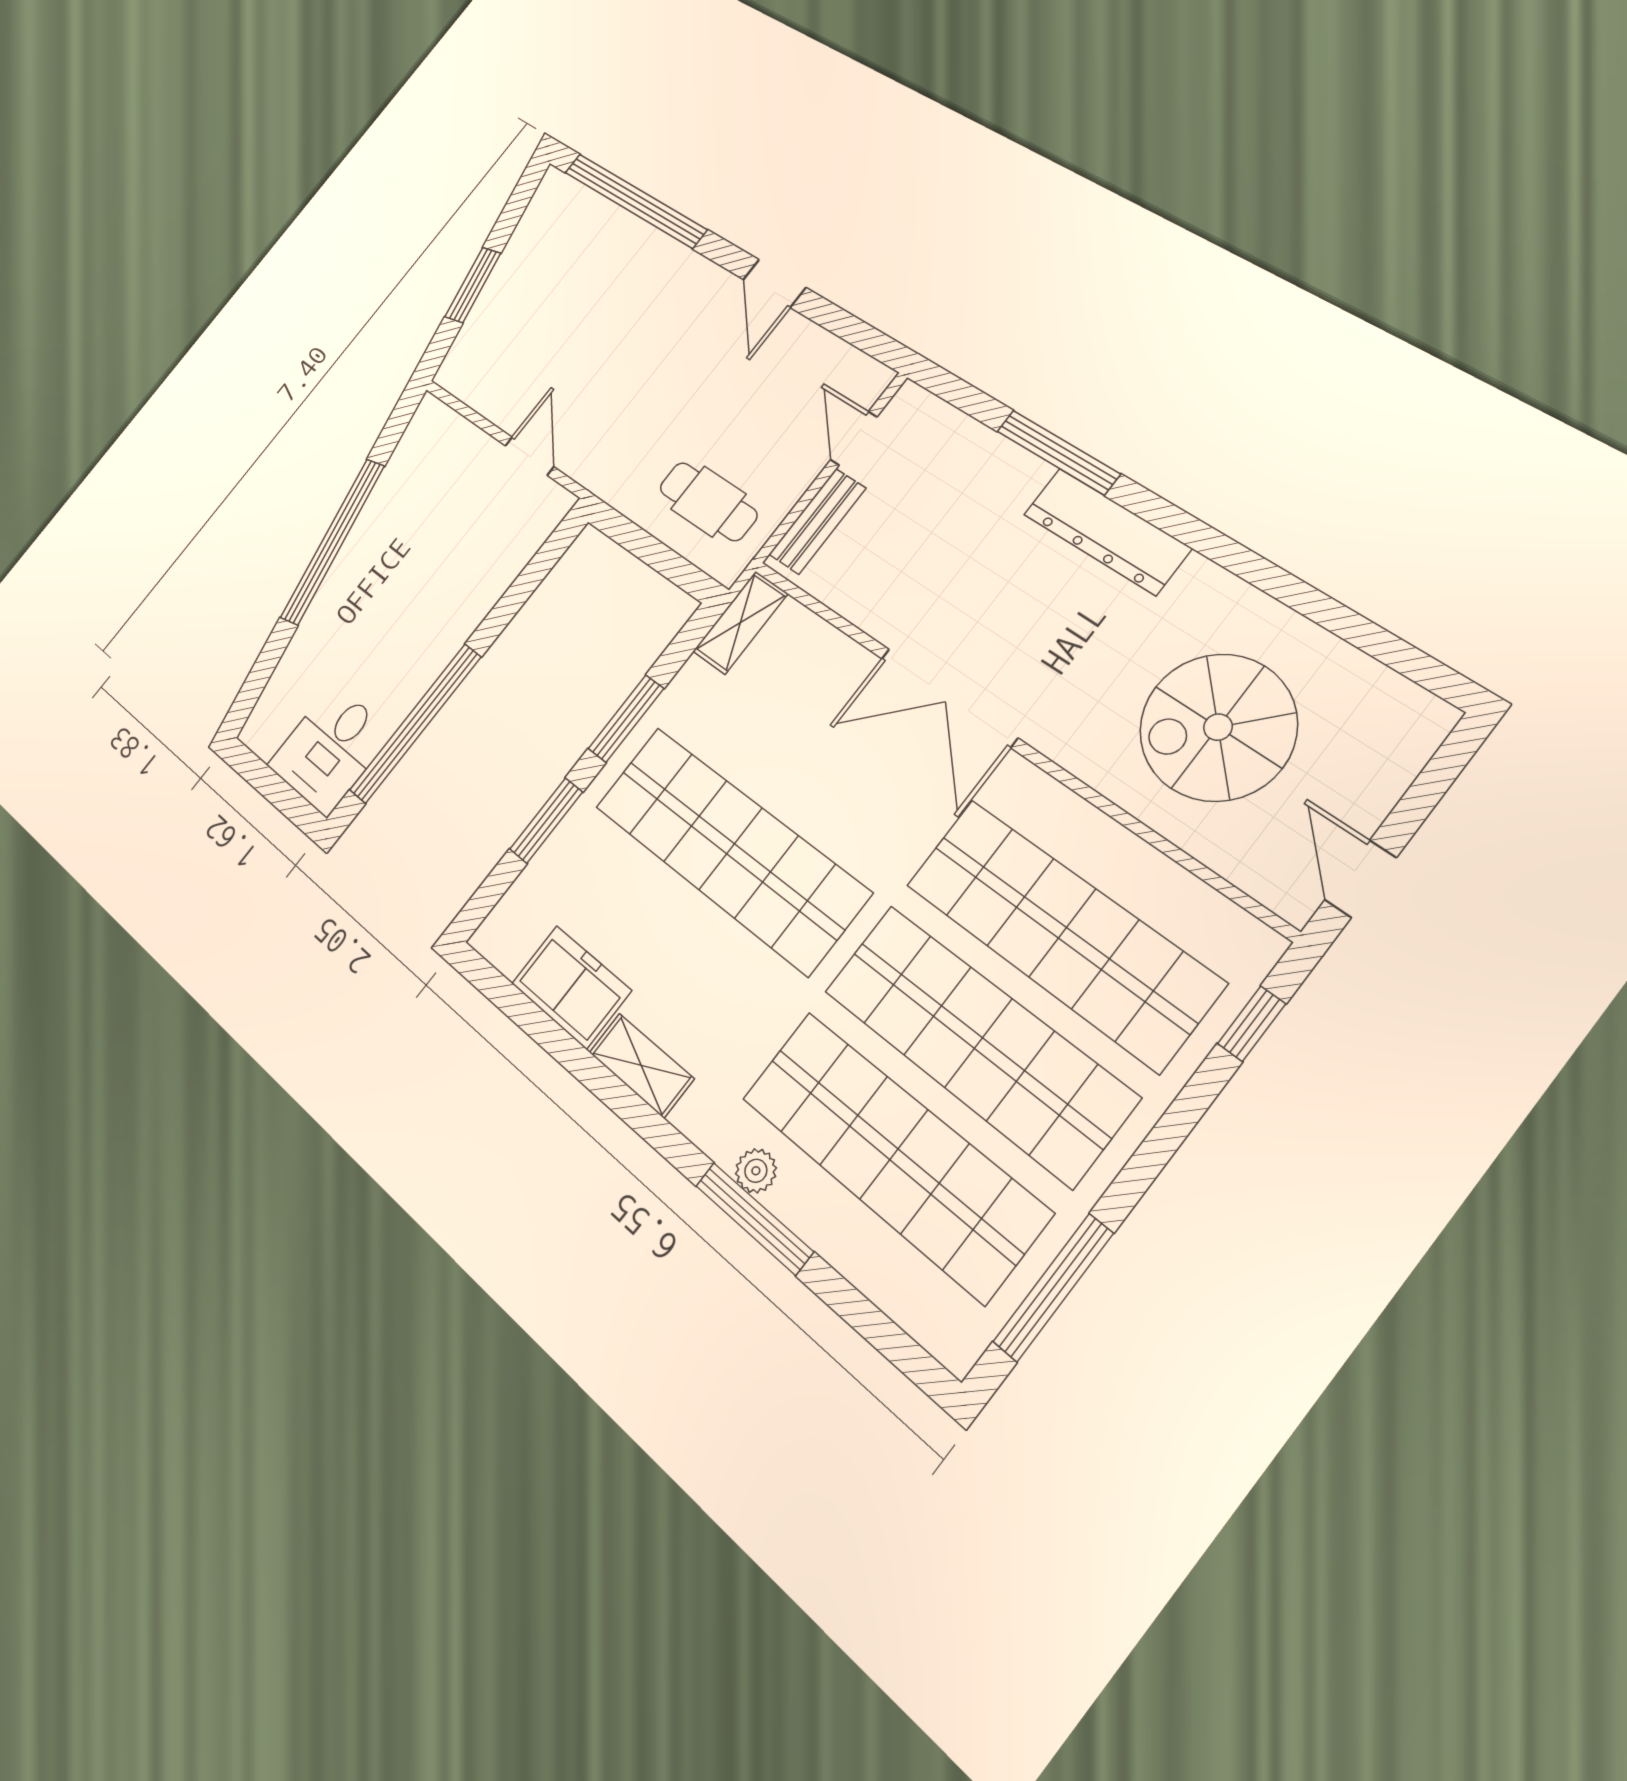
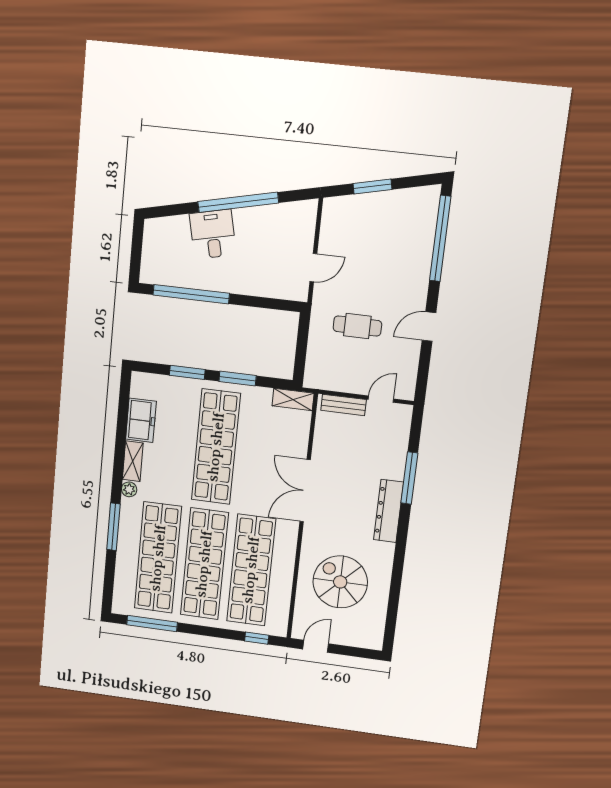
cafe table: (708, 502) -> (357, 326), moved, turned 90
desk: (330, 749) -> (213, 234), moved, turned 77
plant: (756, 1171) -> (129, 489), moved

